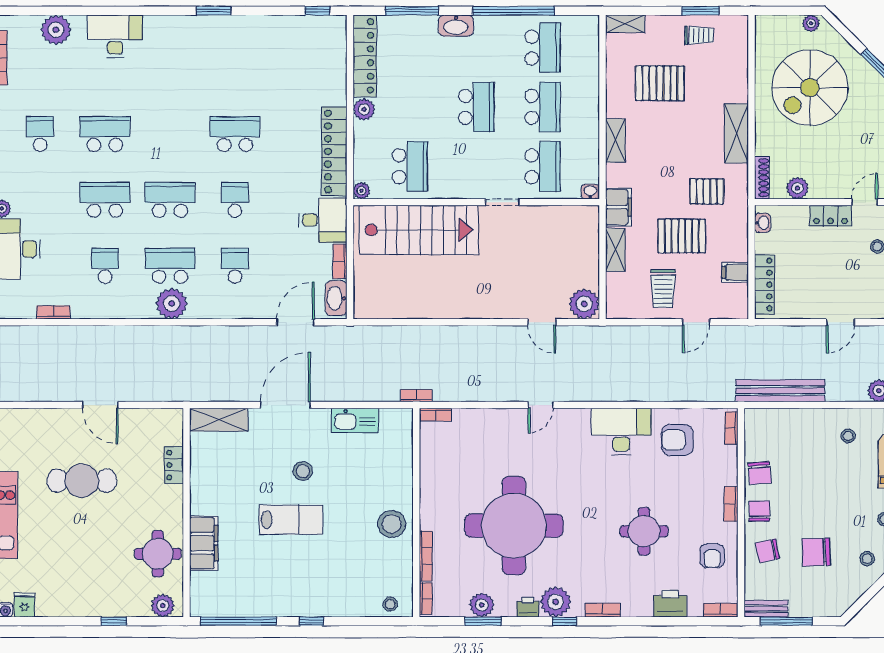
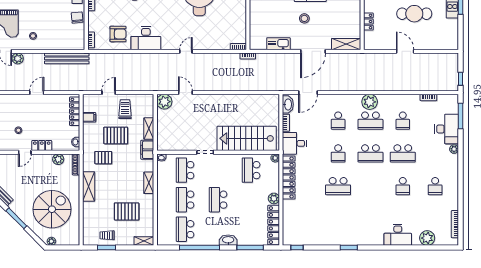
school desk: (105, 134) -> (403, 186), width x0.54

